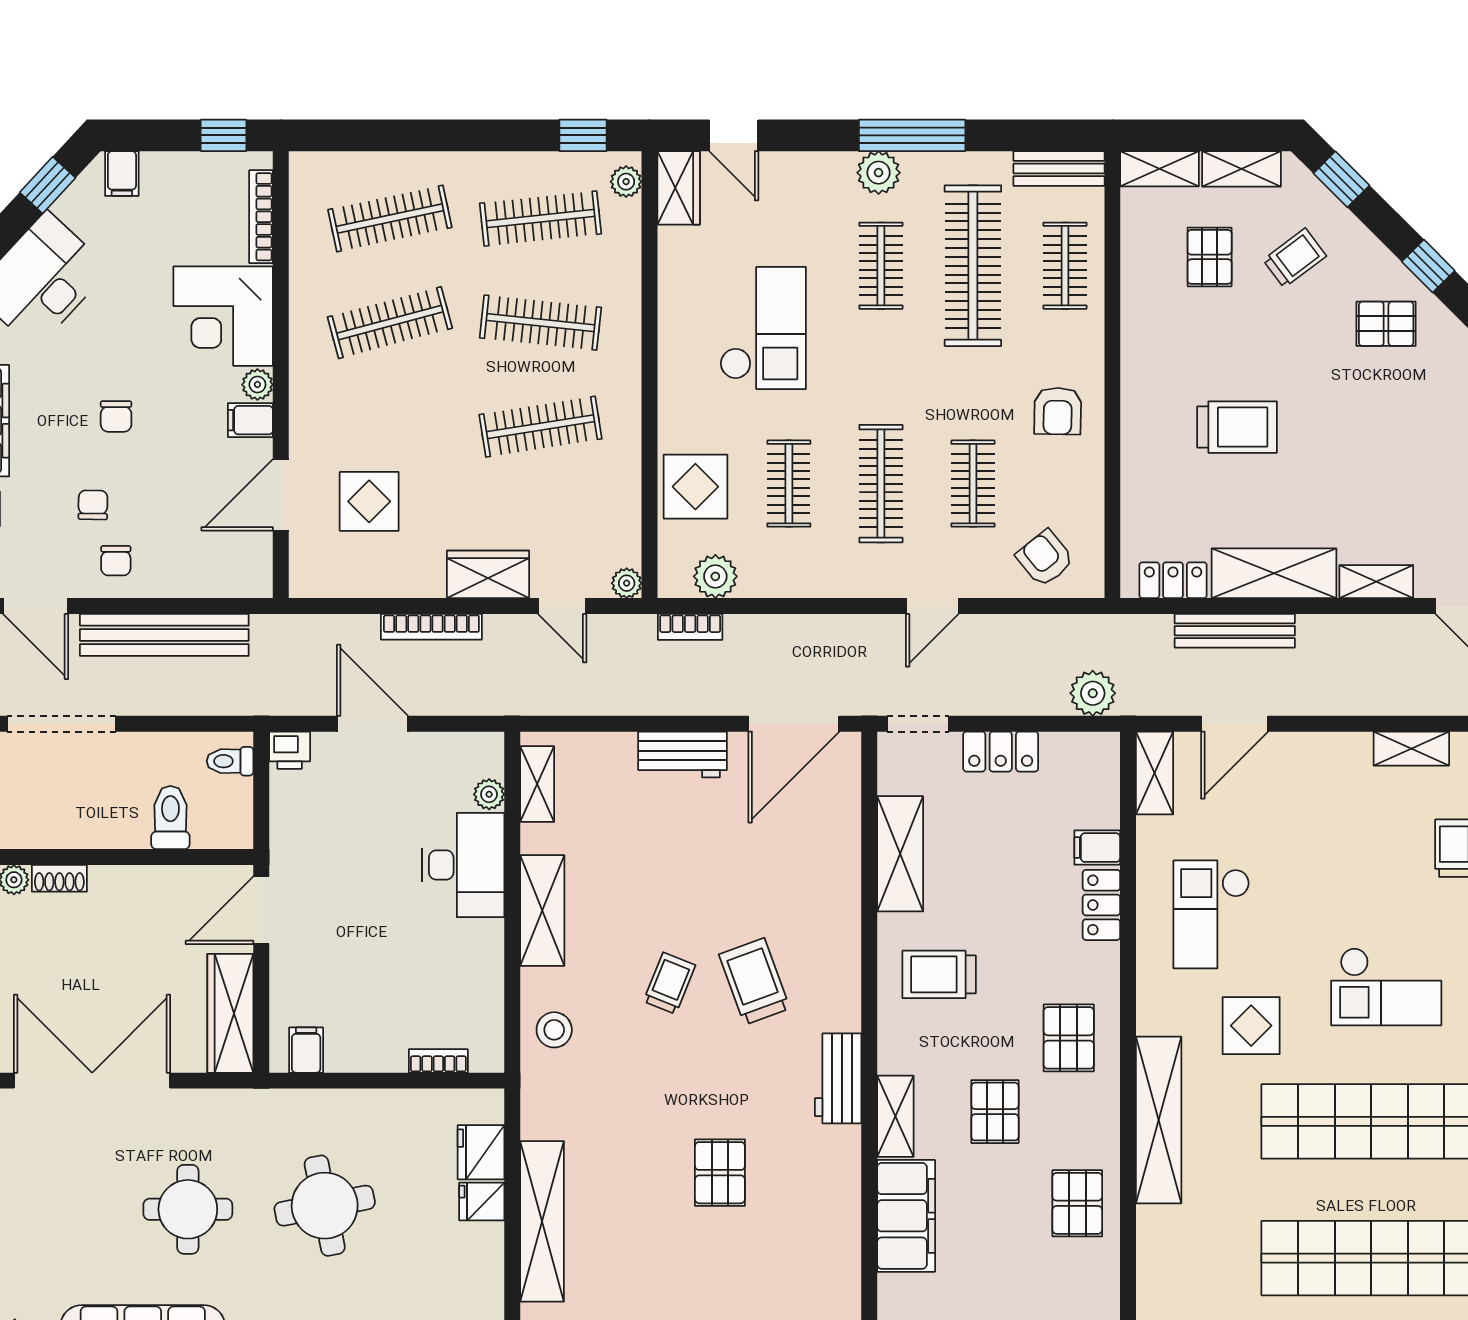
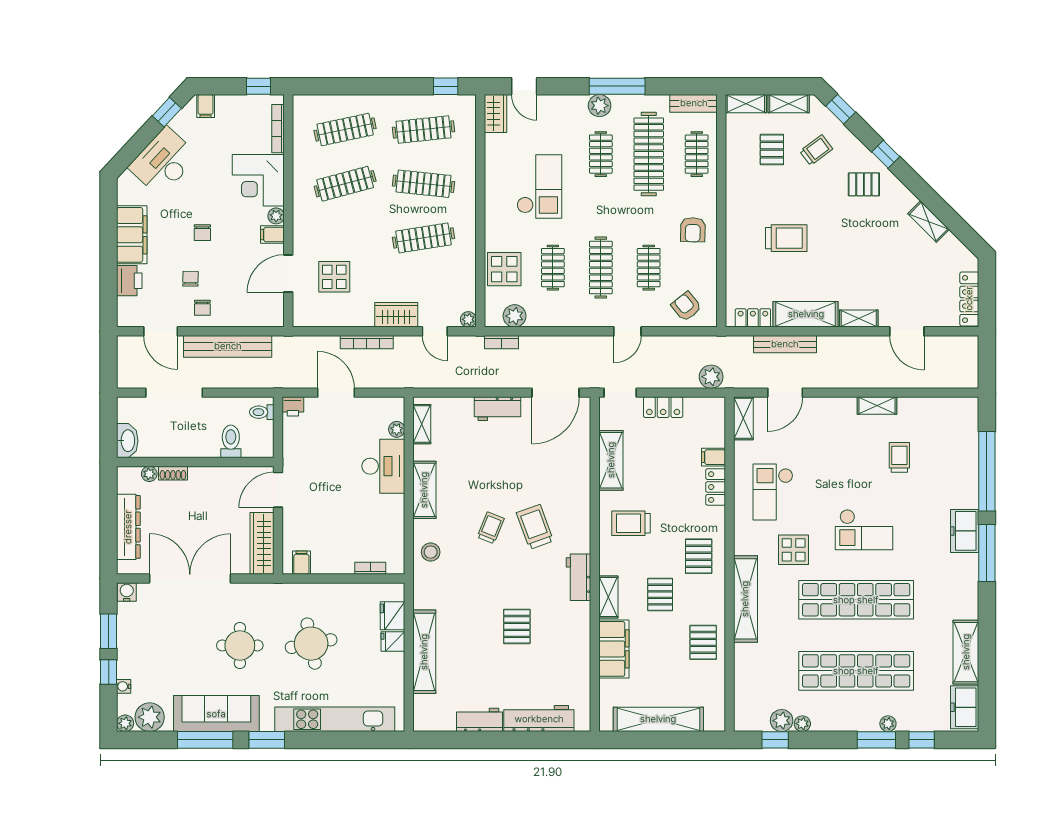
plant: (626, 182) -> (468, 110), removed

